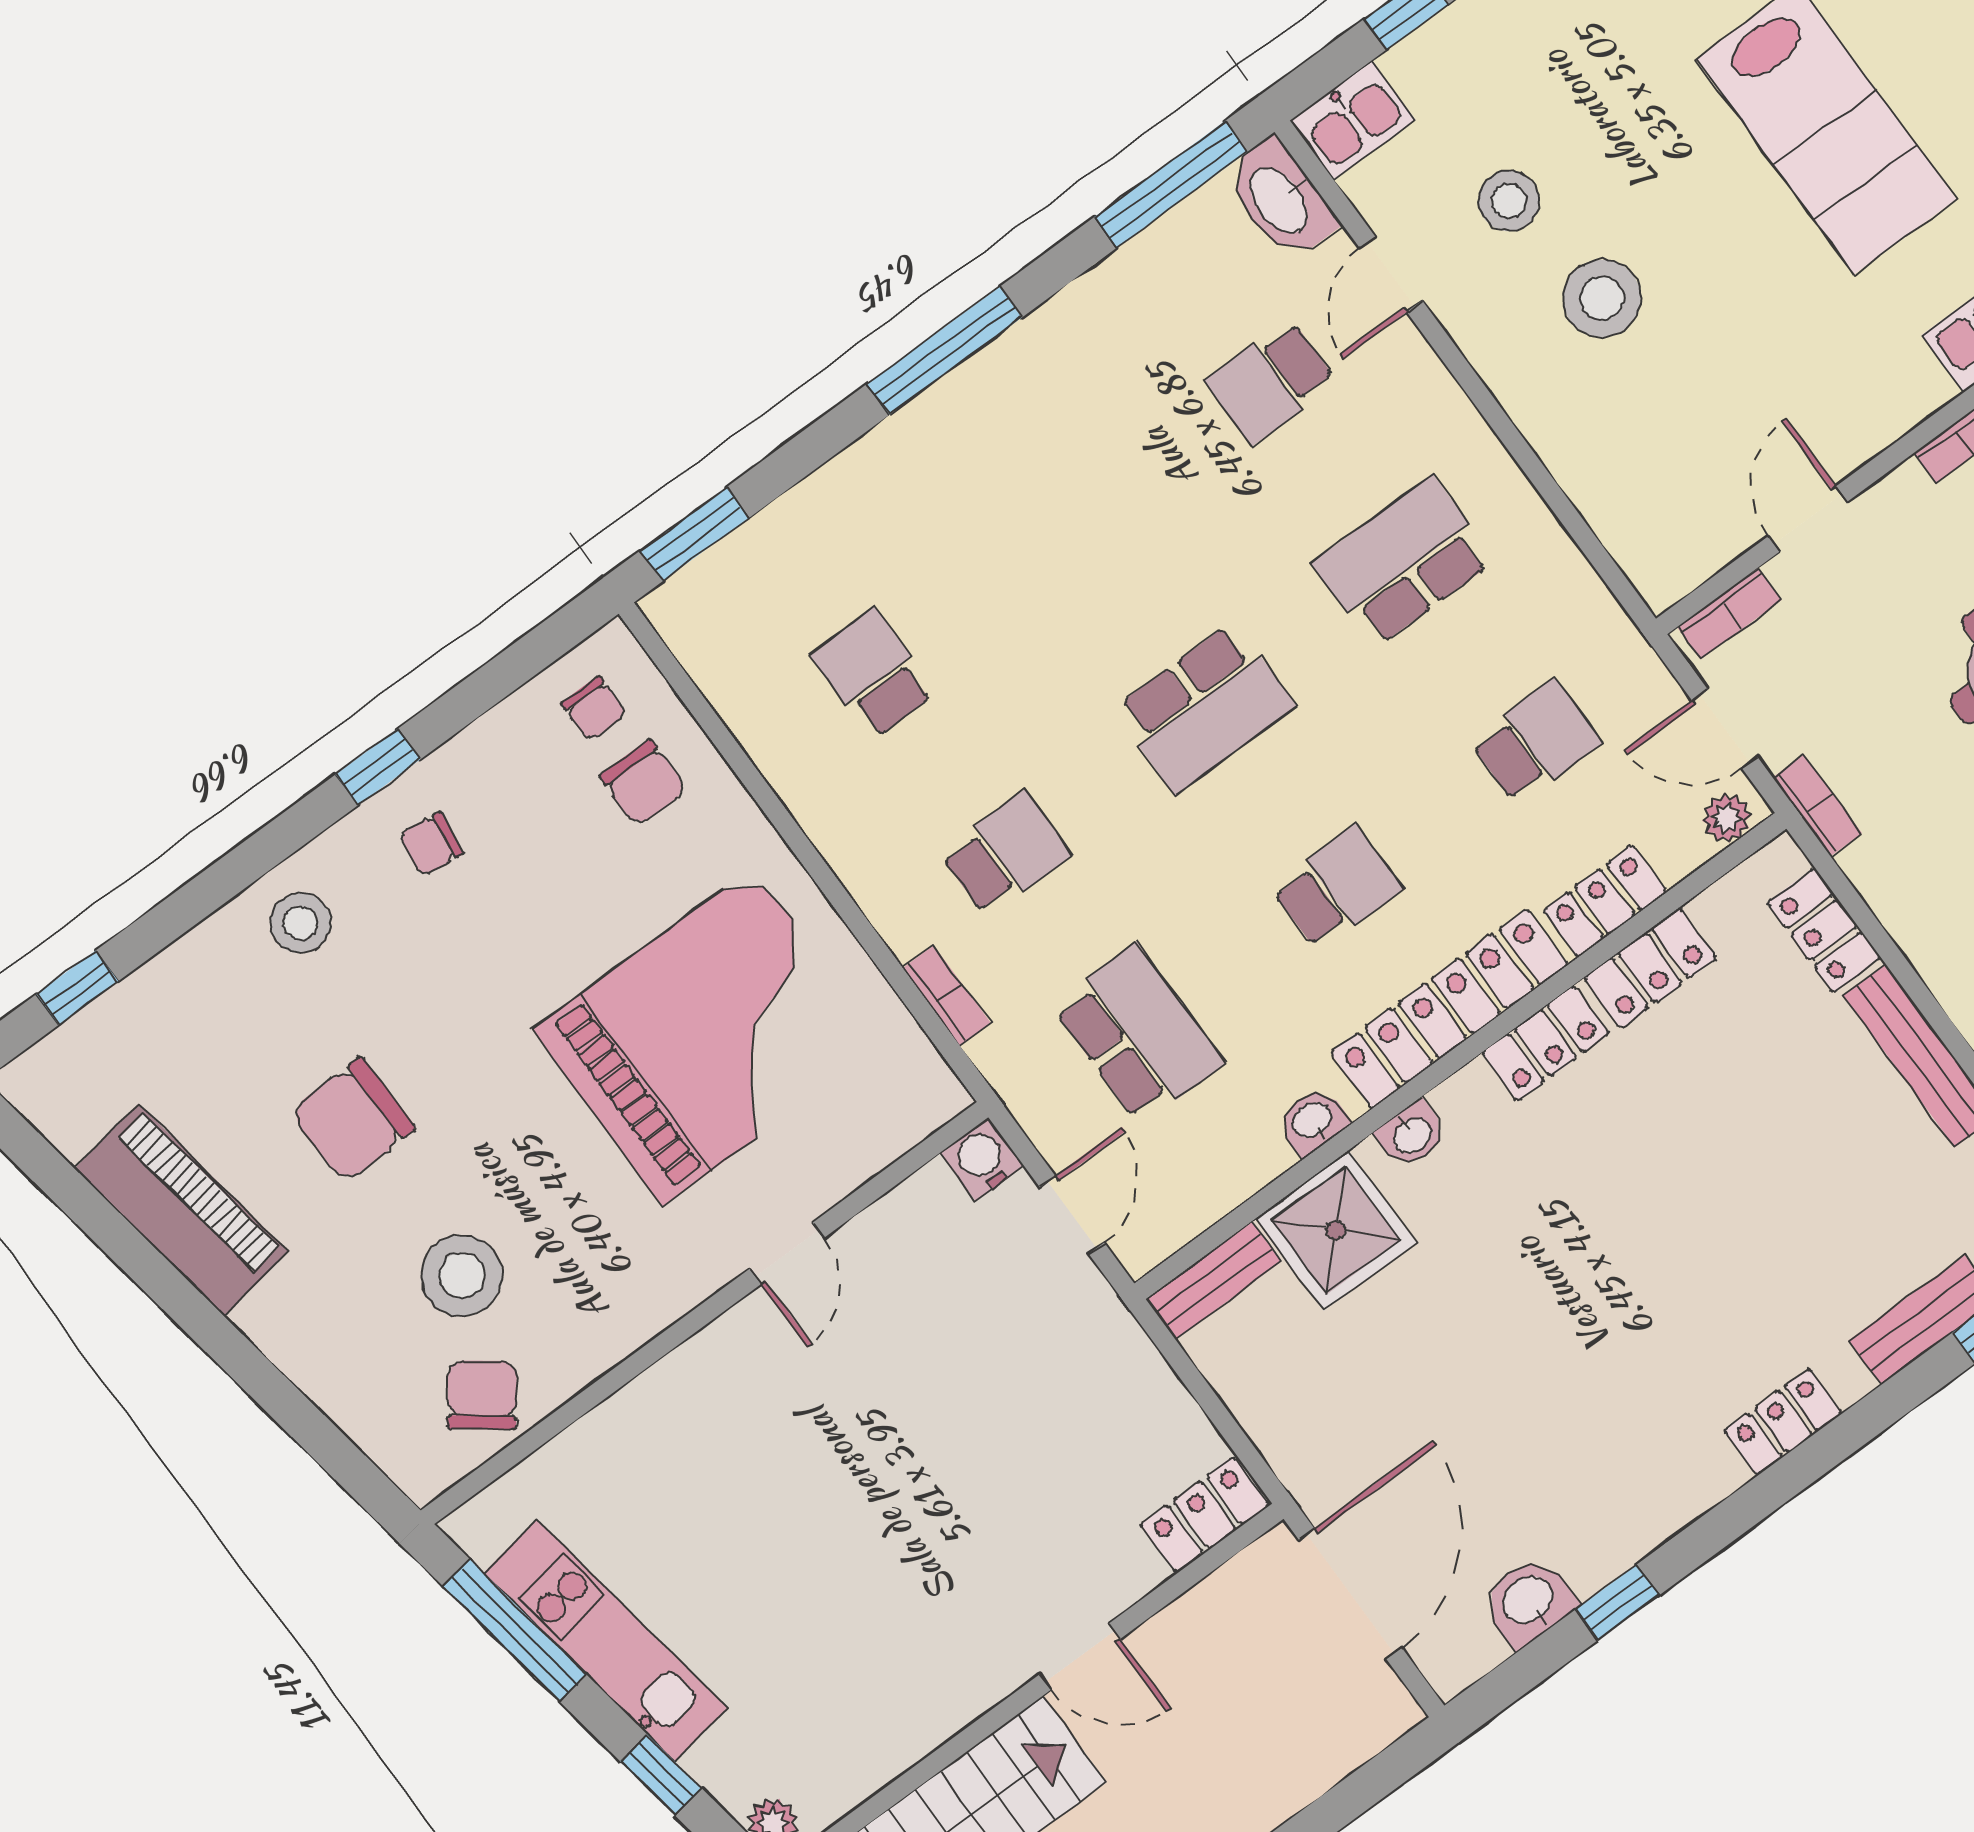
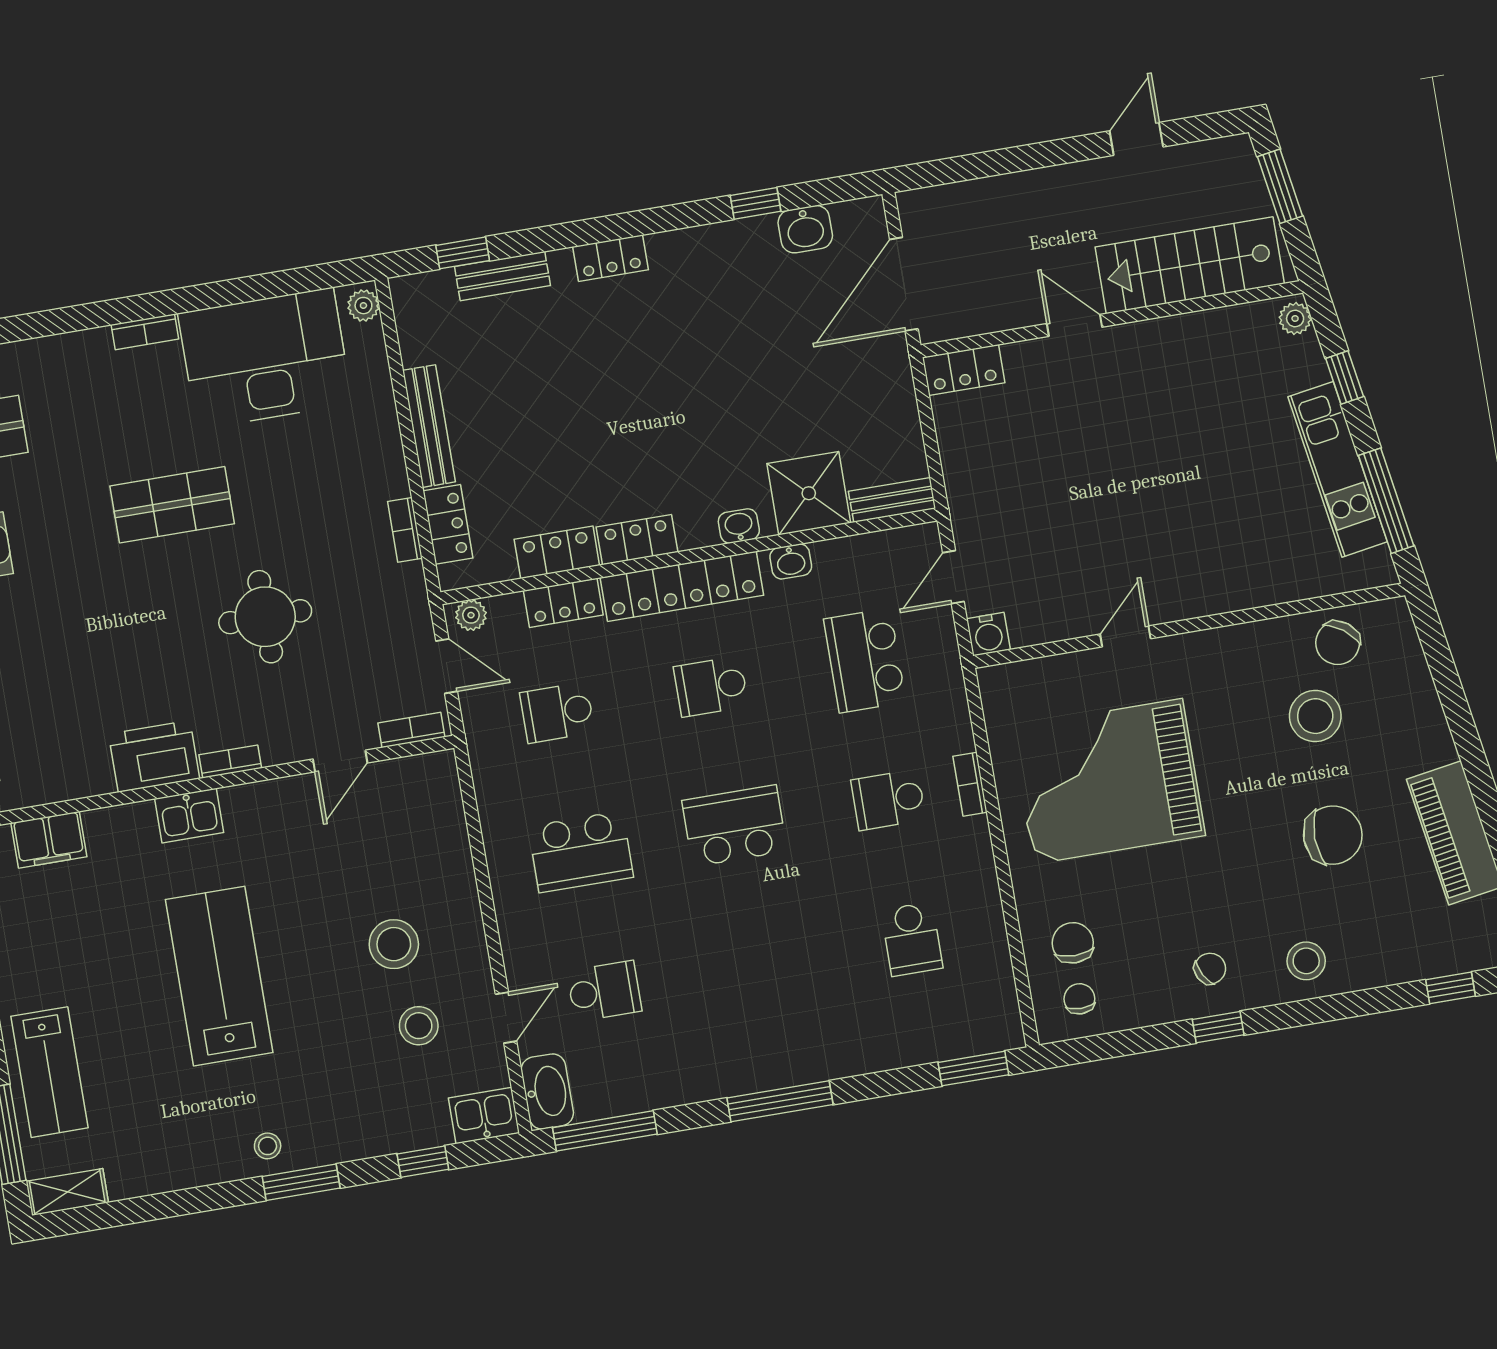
bookcase: (1817, 805) -> (405, 530), moved
chair: (431, 844) -> (1210, 969), turned -37
bookcase: (947, 996) -> (970, 784), moved

